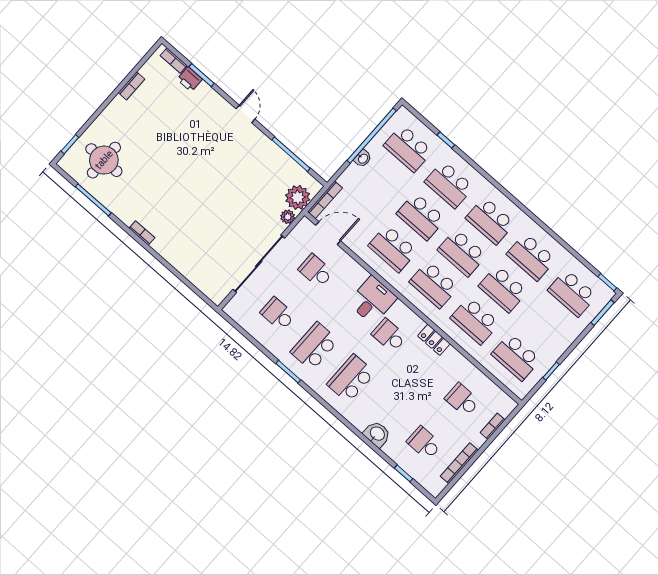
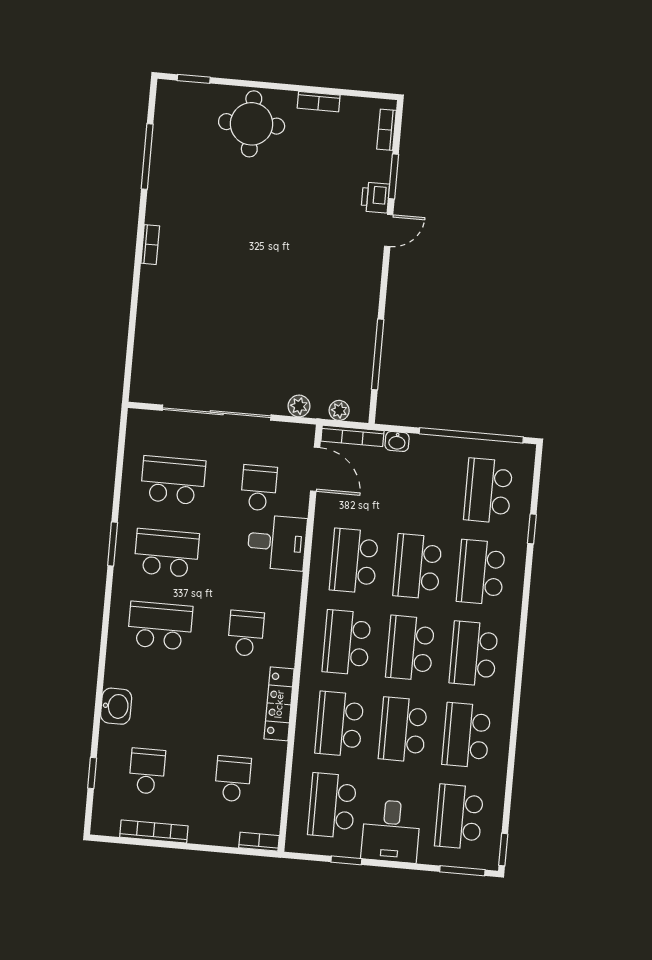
printer: (190, 79) -> (375, 198), moved
door: (246, 114) -> (389, 230), moved
washbasin: (363, 158) -> (397, 441), moved
round table: (104, 160) -> (252, 124), moved
plant: (298, 197) -> (339, 410), width x0.53, depth x0.53
desk: (372, 300) -> (277, 542), moved
school desk: (278, 314) -> (173, 480), width x1.85
desk: (553, 335) -> (391, 831), added
locker: (434, 340) -> (279, 704), width x1.53
bookcase: (493, 426) -> (259, 842), moved

